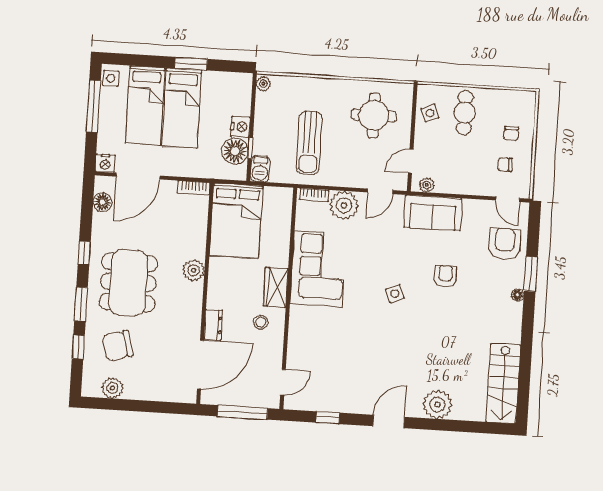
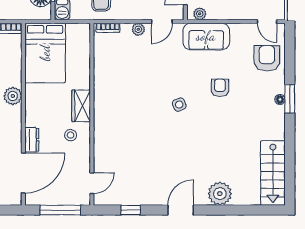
plant: (344, 205) -> (138, 29), width x0.53, depth x0.53
corner sofa: (318, 269) -> (115, 88), removed
window: (531, 274) -> (290, 99), moved

